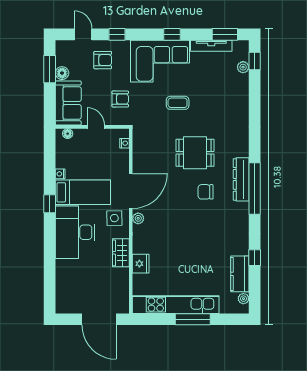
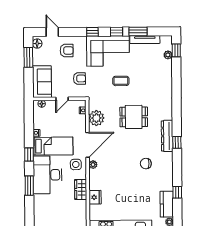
window: (117, 34) -> (92, 32), moved
window: (225, 34) -> (138, 31), moved
floor lamp: (62, 73) -> (37, 44), moved
door: (96, 127) -> (62, 99), swing flipped
plant: (143, 154) -> (96, 118), added
window: (255, 188) -> (177, 142), width x0.32
chair: (205, 192) -> (146, 164), moved
window: (50, 247) -> (29, 186), added

